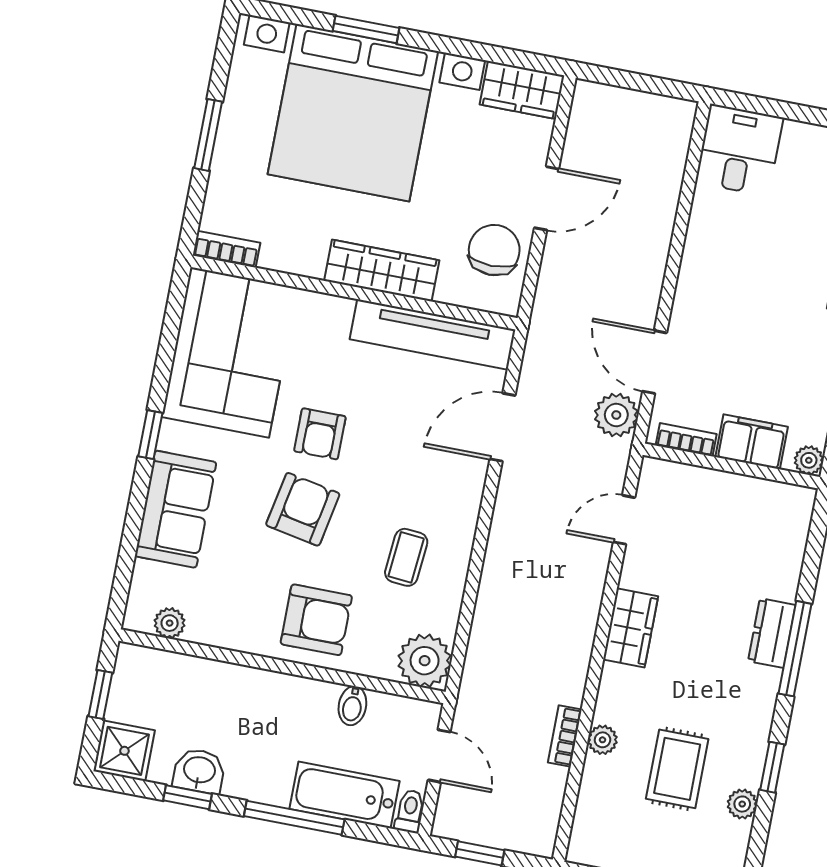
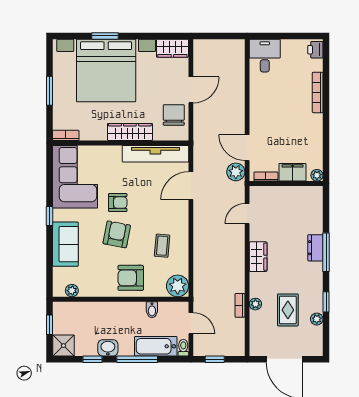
armchair: (320, 434) -> (118, 203), turned -90
armchair: (316, 620) -> (131, 278), turned 180
washbasin: (199, 771) -> (108, 348), moved

